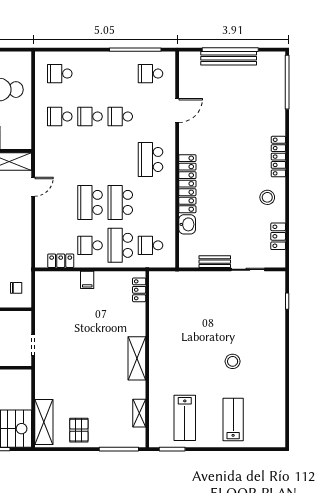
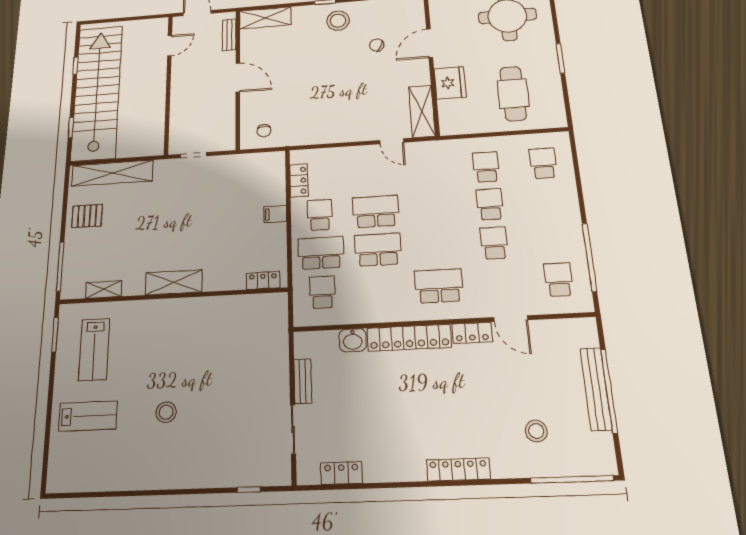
locker: (186, 139) -> (472, 333), added
stool: (267, 197) -> (536, 431), moved
lab bench: (185, 418) -> (94, 349), turned -90
shelving: (44, 422) -> (112, 173), width x1.47

